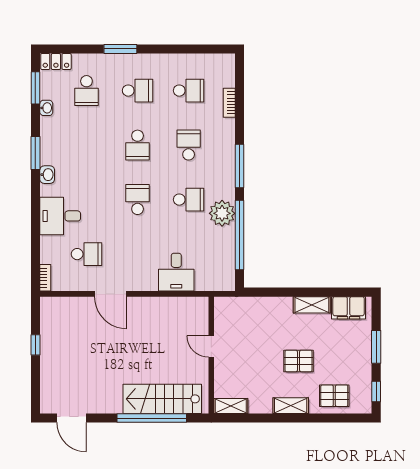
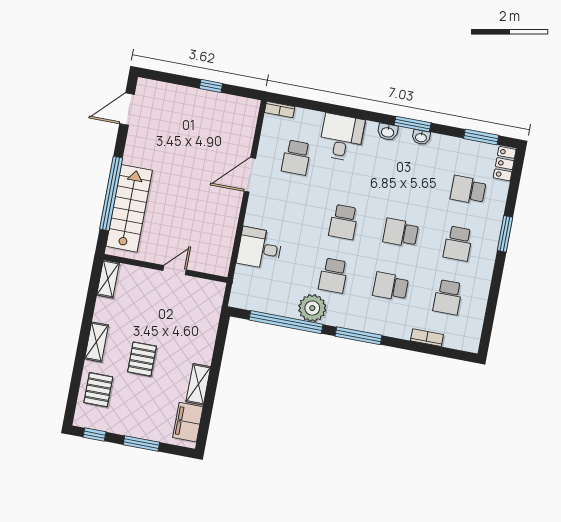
washbasin: (46, 108) -> (421, 137), moved
school desk: (189, 145) -> (391, 286), turned 180
school desk: (138, 200) -> (343, 222), turned 90

